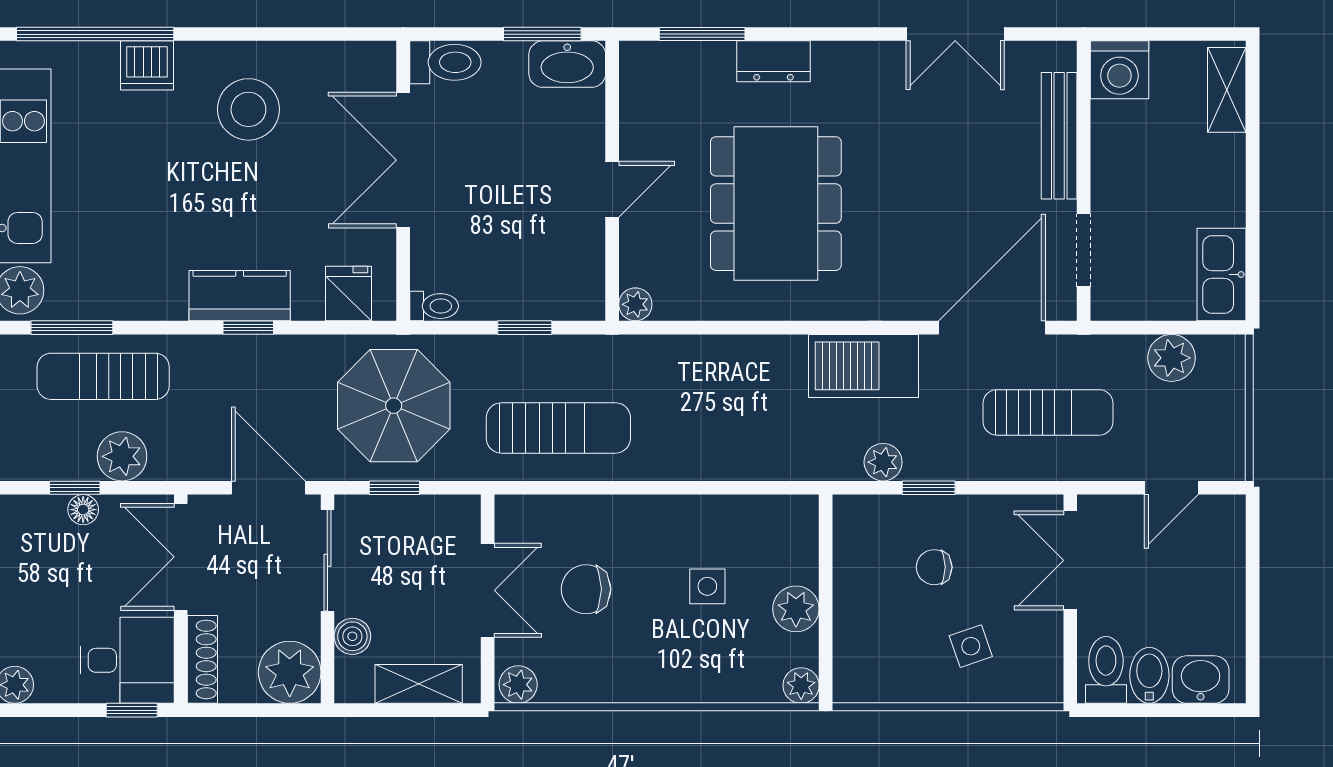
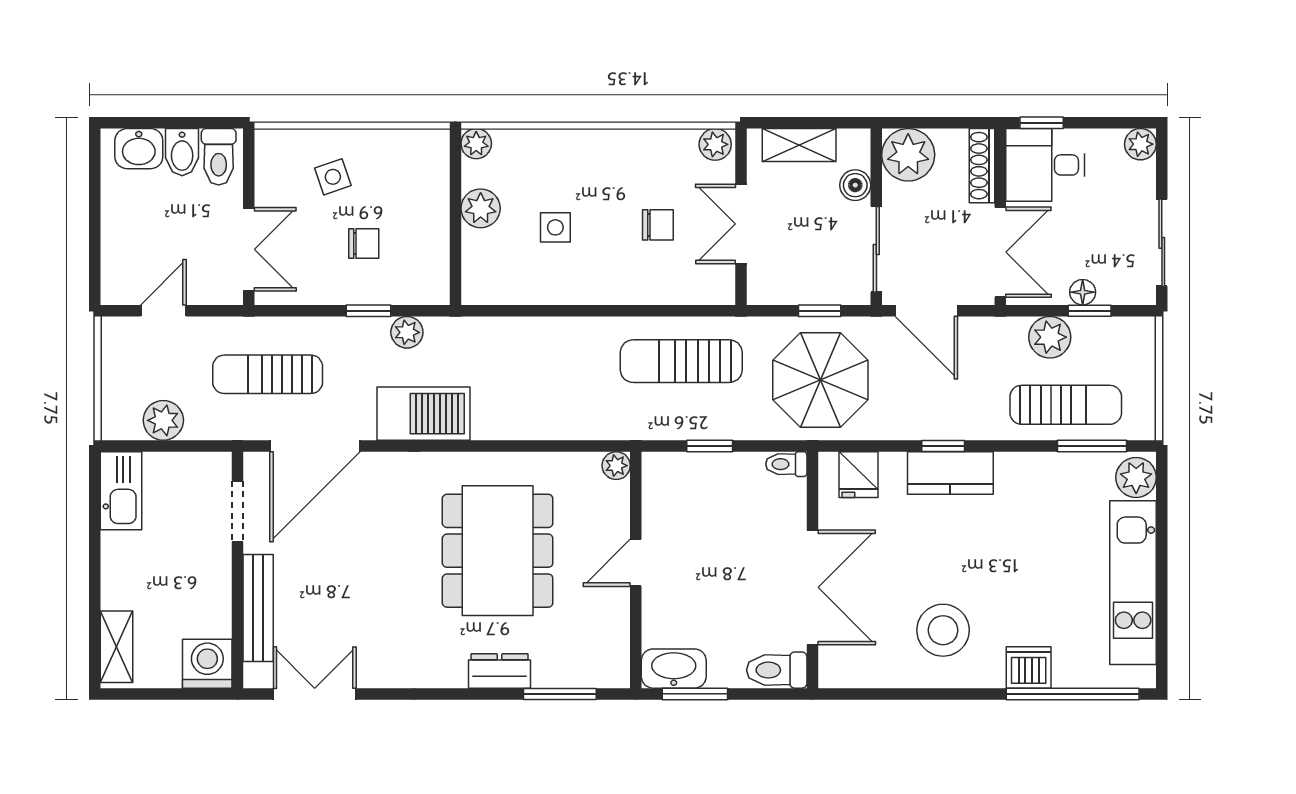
double door: (955, 34) -> (315, 694), moved
chair: (586, 589) -> (658, 225), width x0.73, depth x0.73

